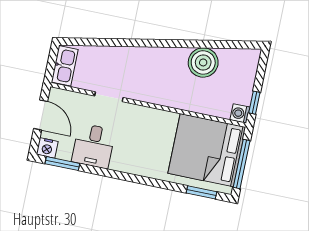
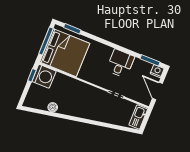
boiler: (203, 62) -> (53, 107), width x0.54, depth x0.54
washing machine: (240, 113) -> (44, 76), width x1.89, depth x1.89
desk: (93, 146) -> (120, 63), moved

